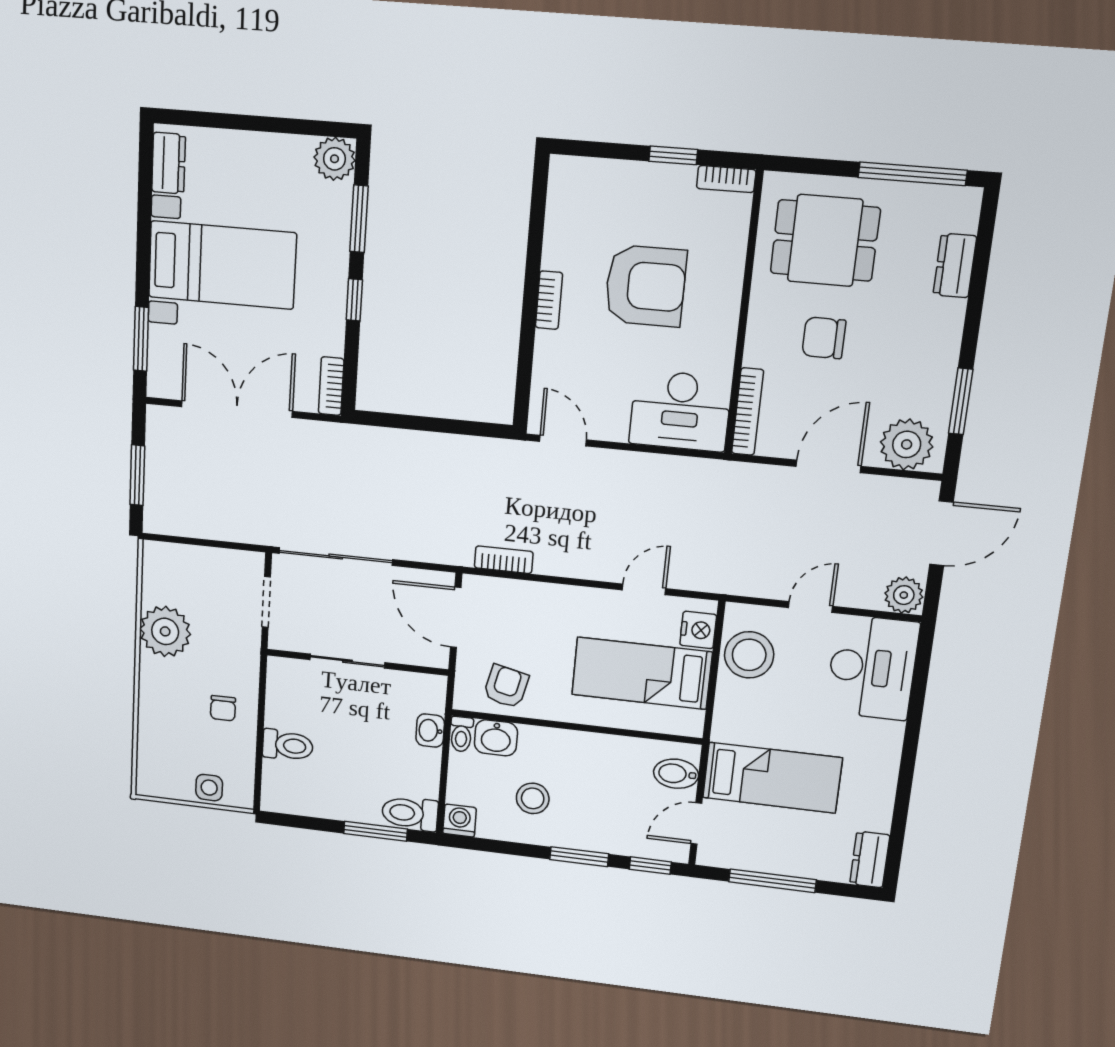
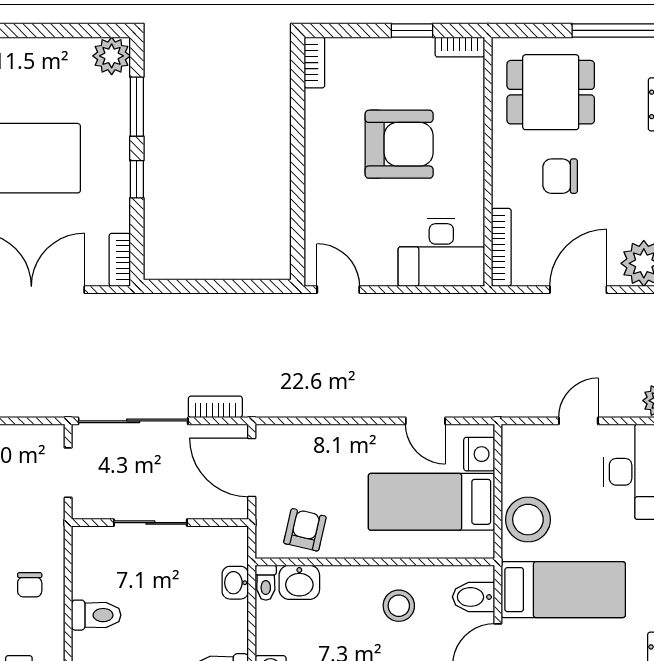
bookcase: (549, 300) -> (314, 63), moved
bookcase: (504, 560) -> (215, 407), moved
door: (644, 589) -> (425, 421), swing flipped
stool: (749, 655) -> (528, 520), moved
stool: (533, 798) -> (399, 606), moved

